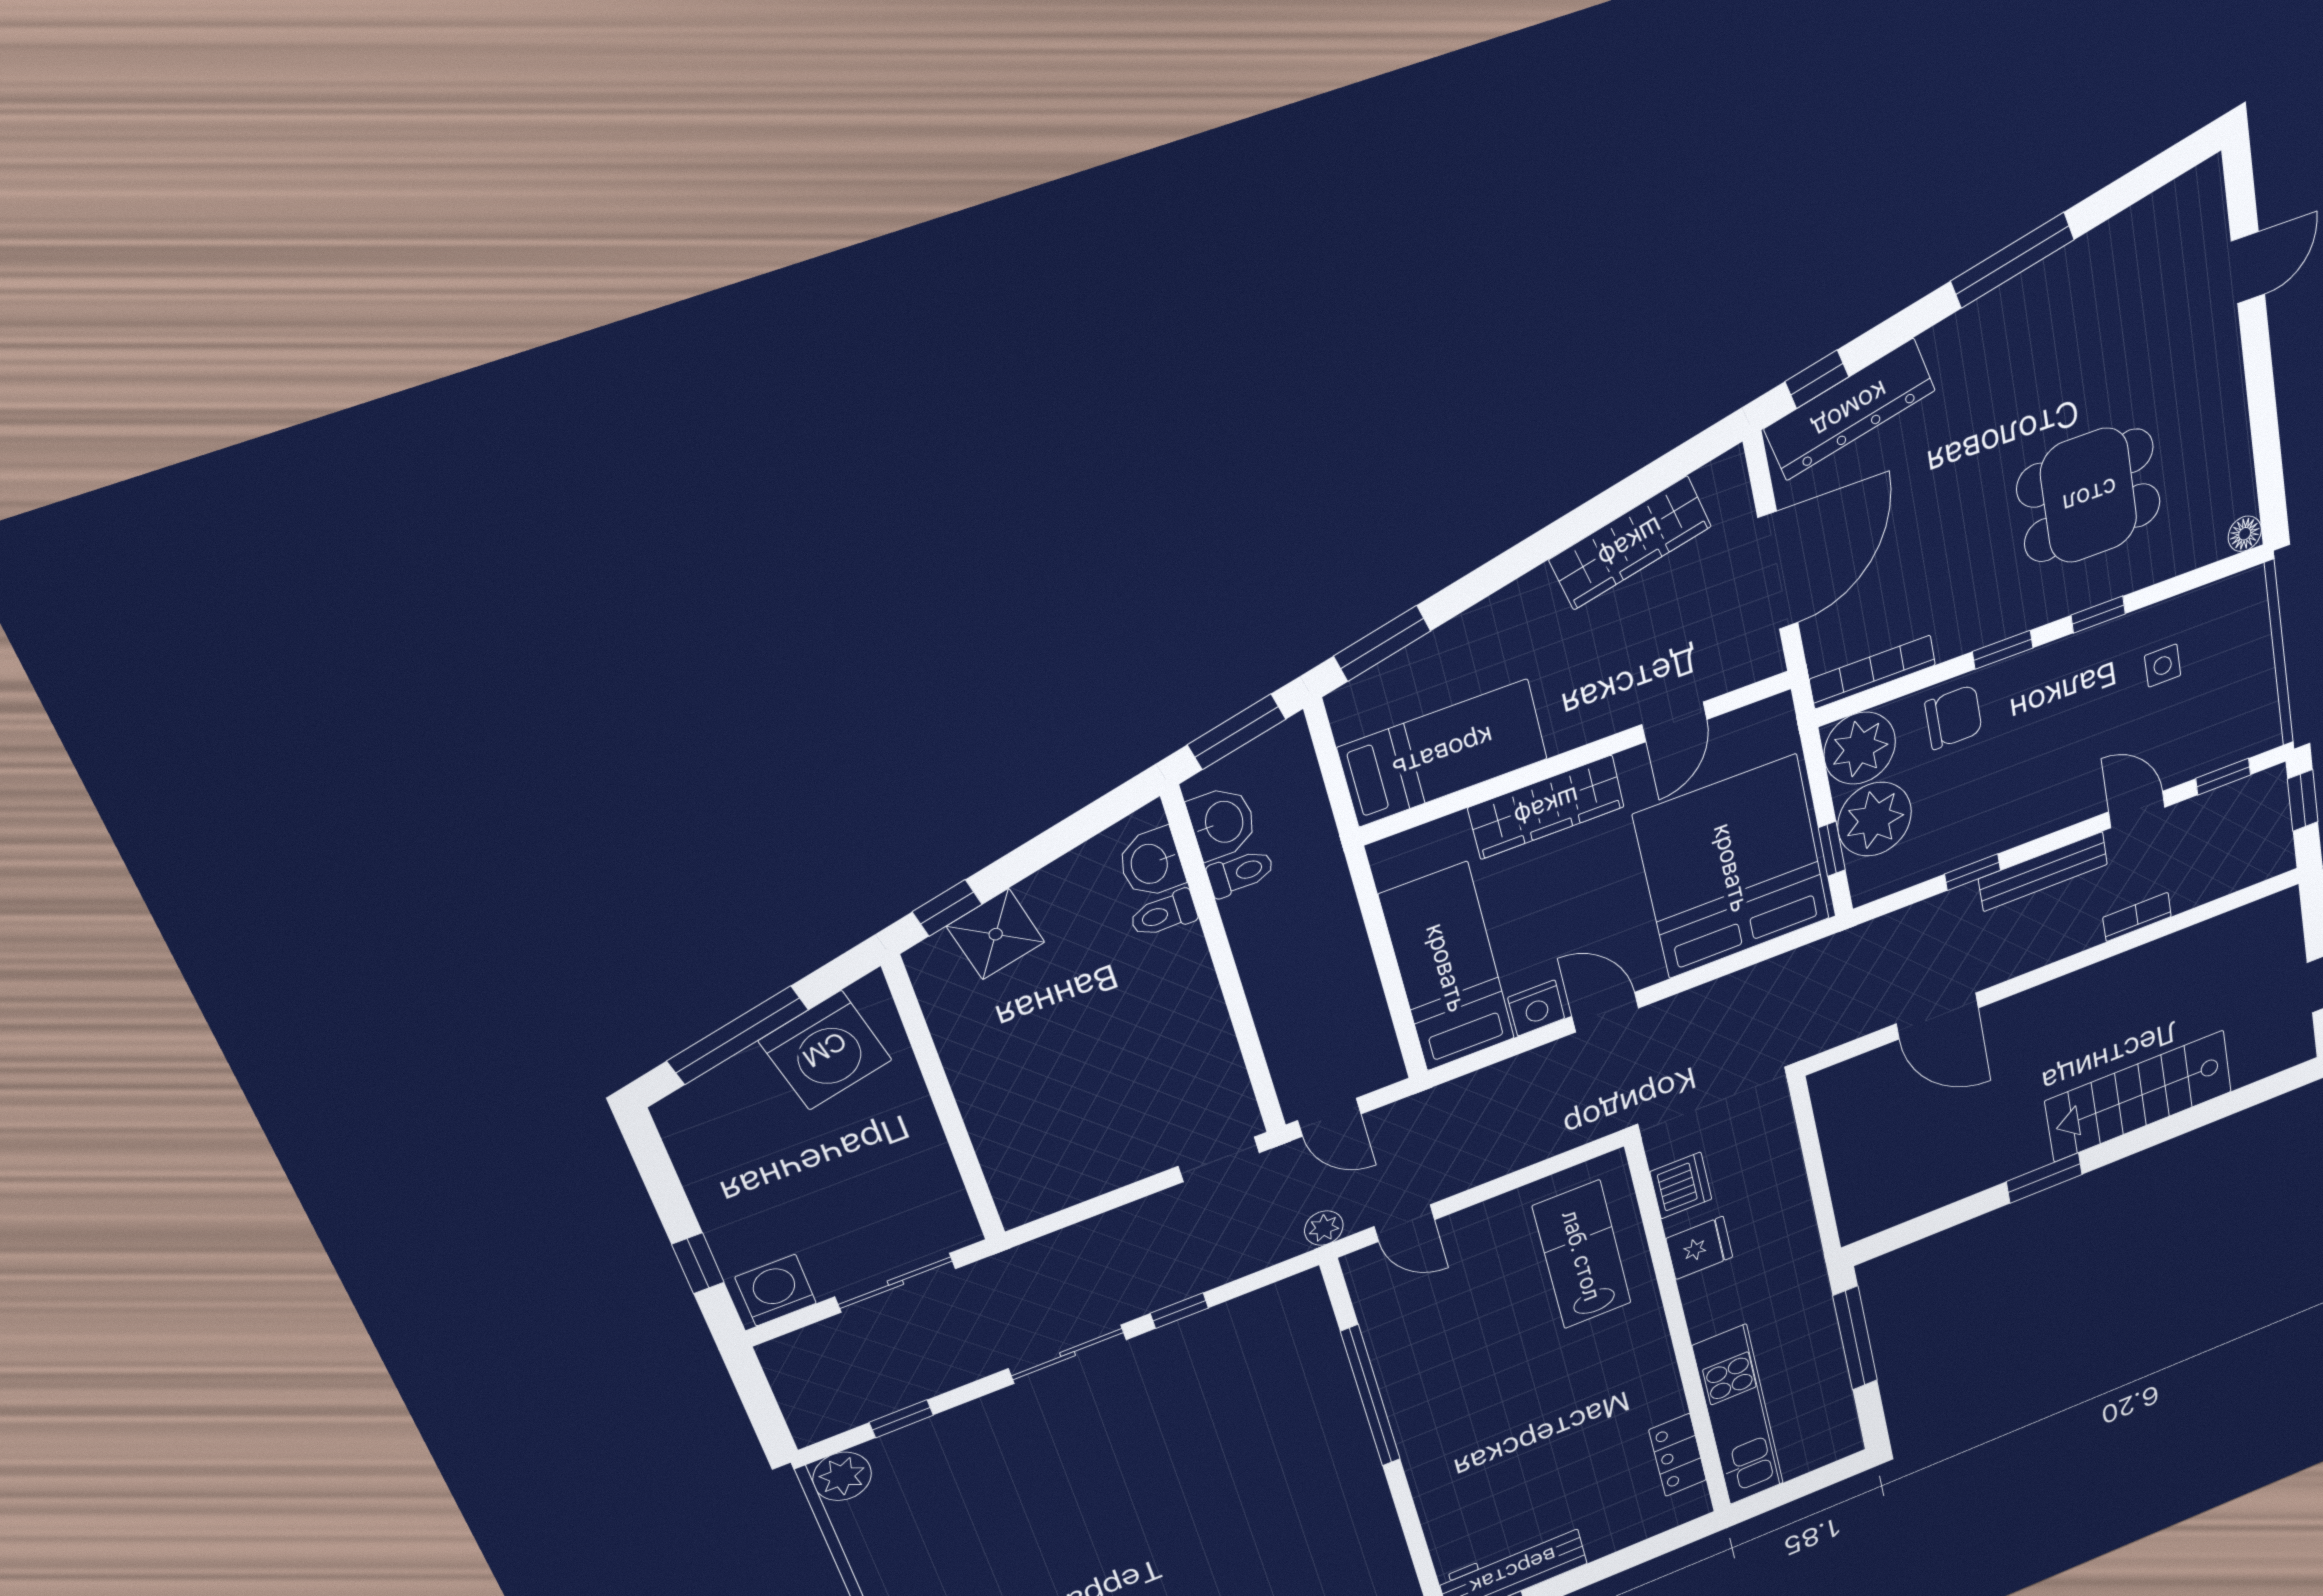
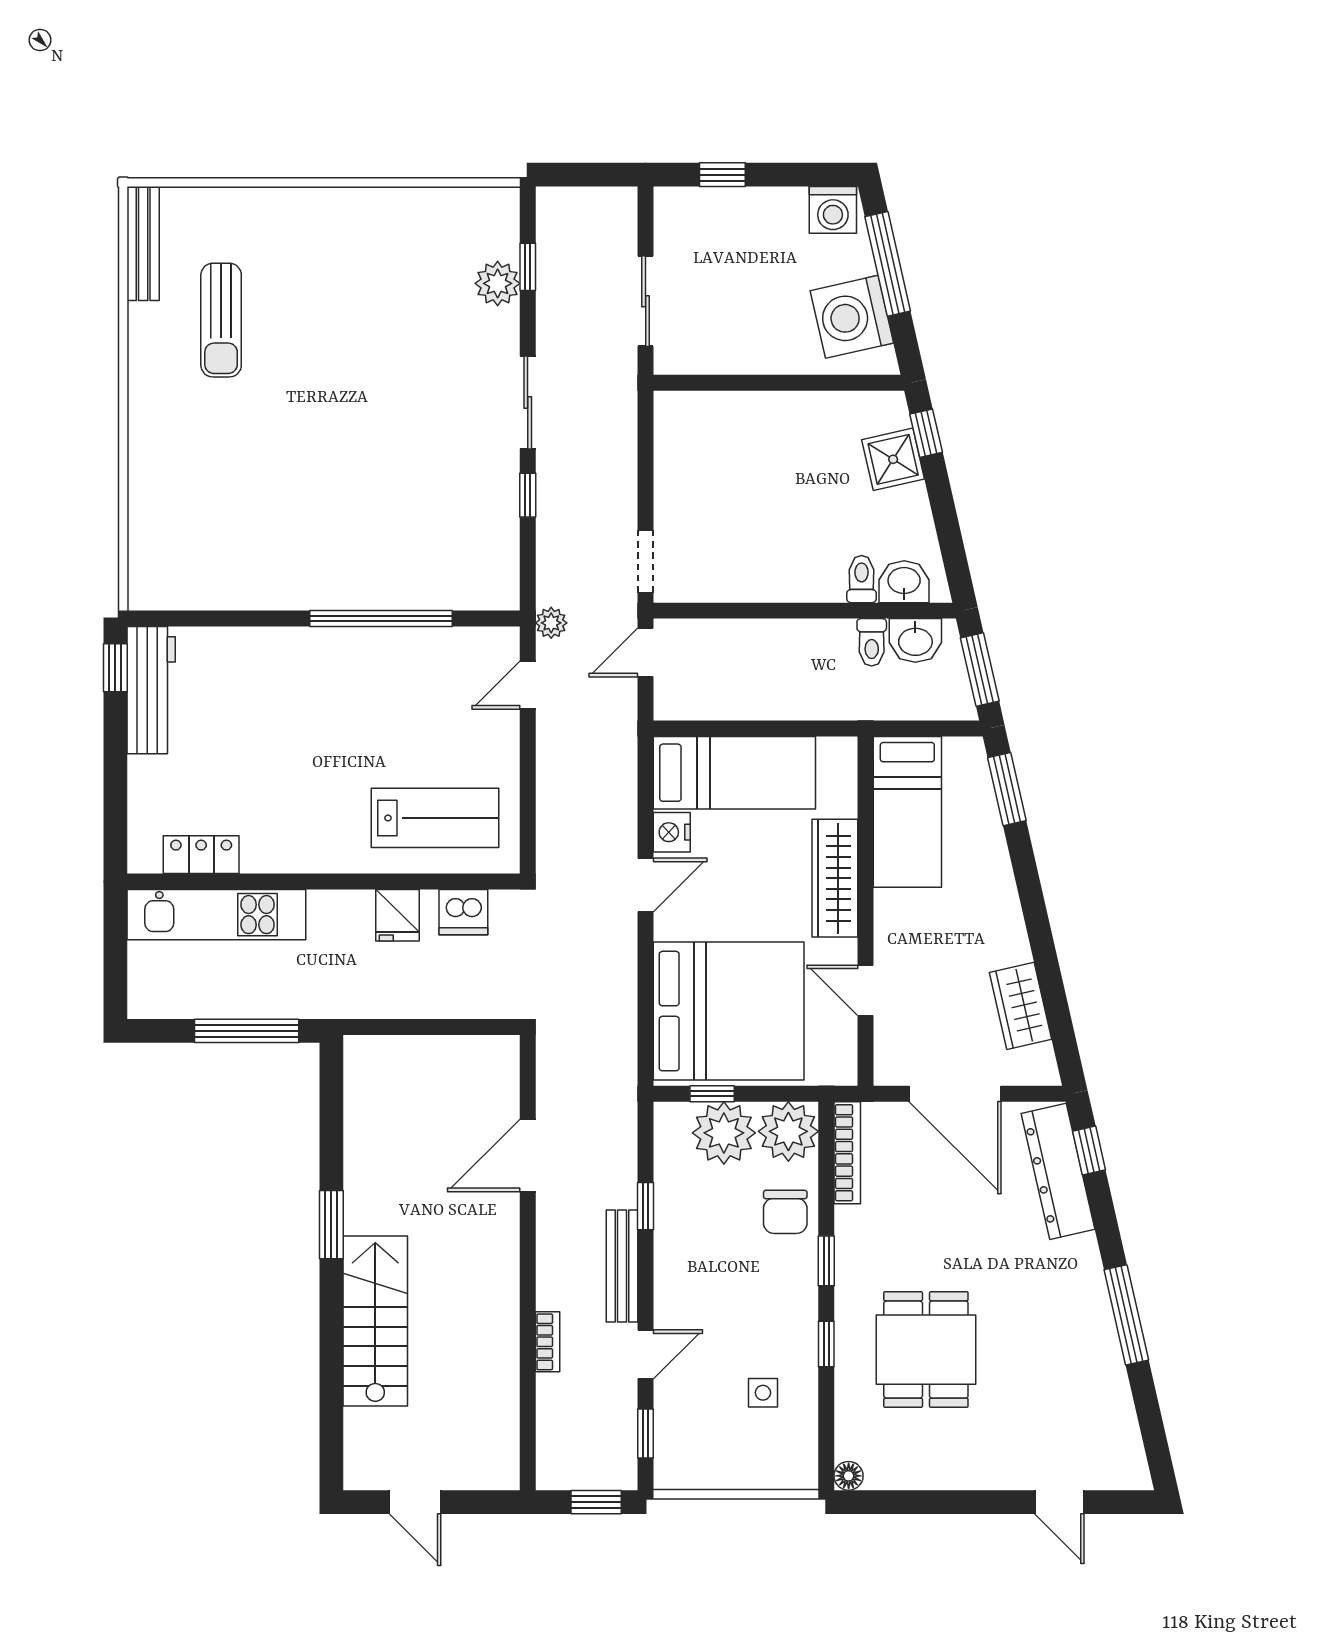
wardrobe: (1630, 543) -> (1021, 1006), width x0.67
washing machine: (776, 1290) -> (833, 210), moved, turned 90
plant: (842, 1476) -> (498, 283), moved

